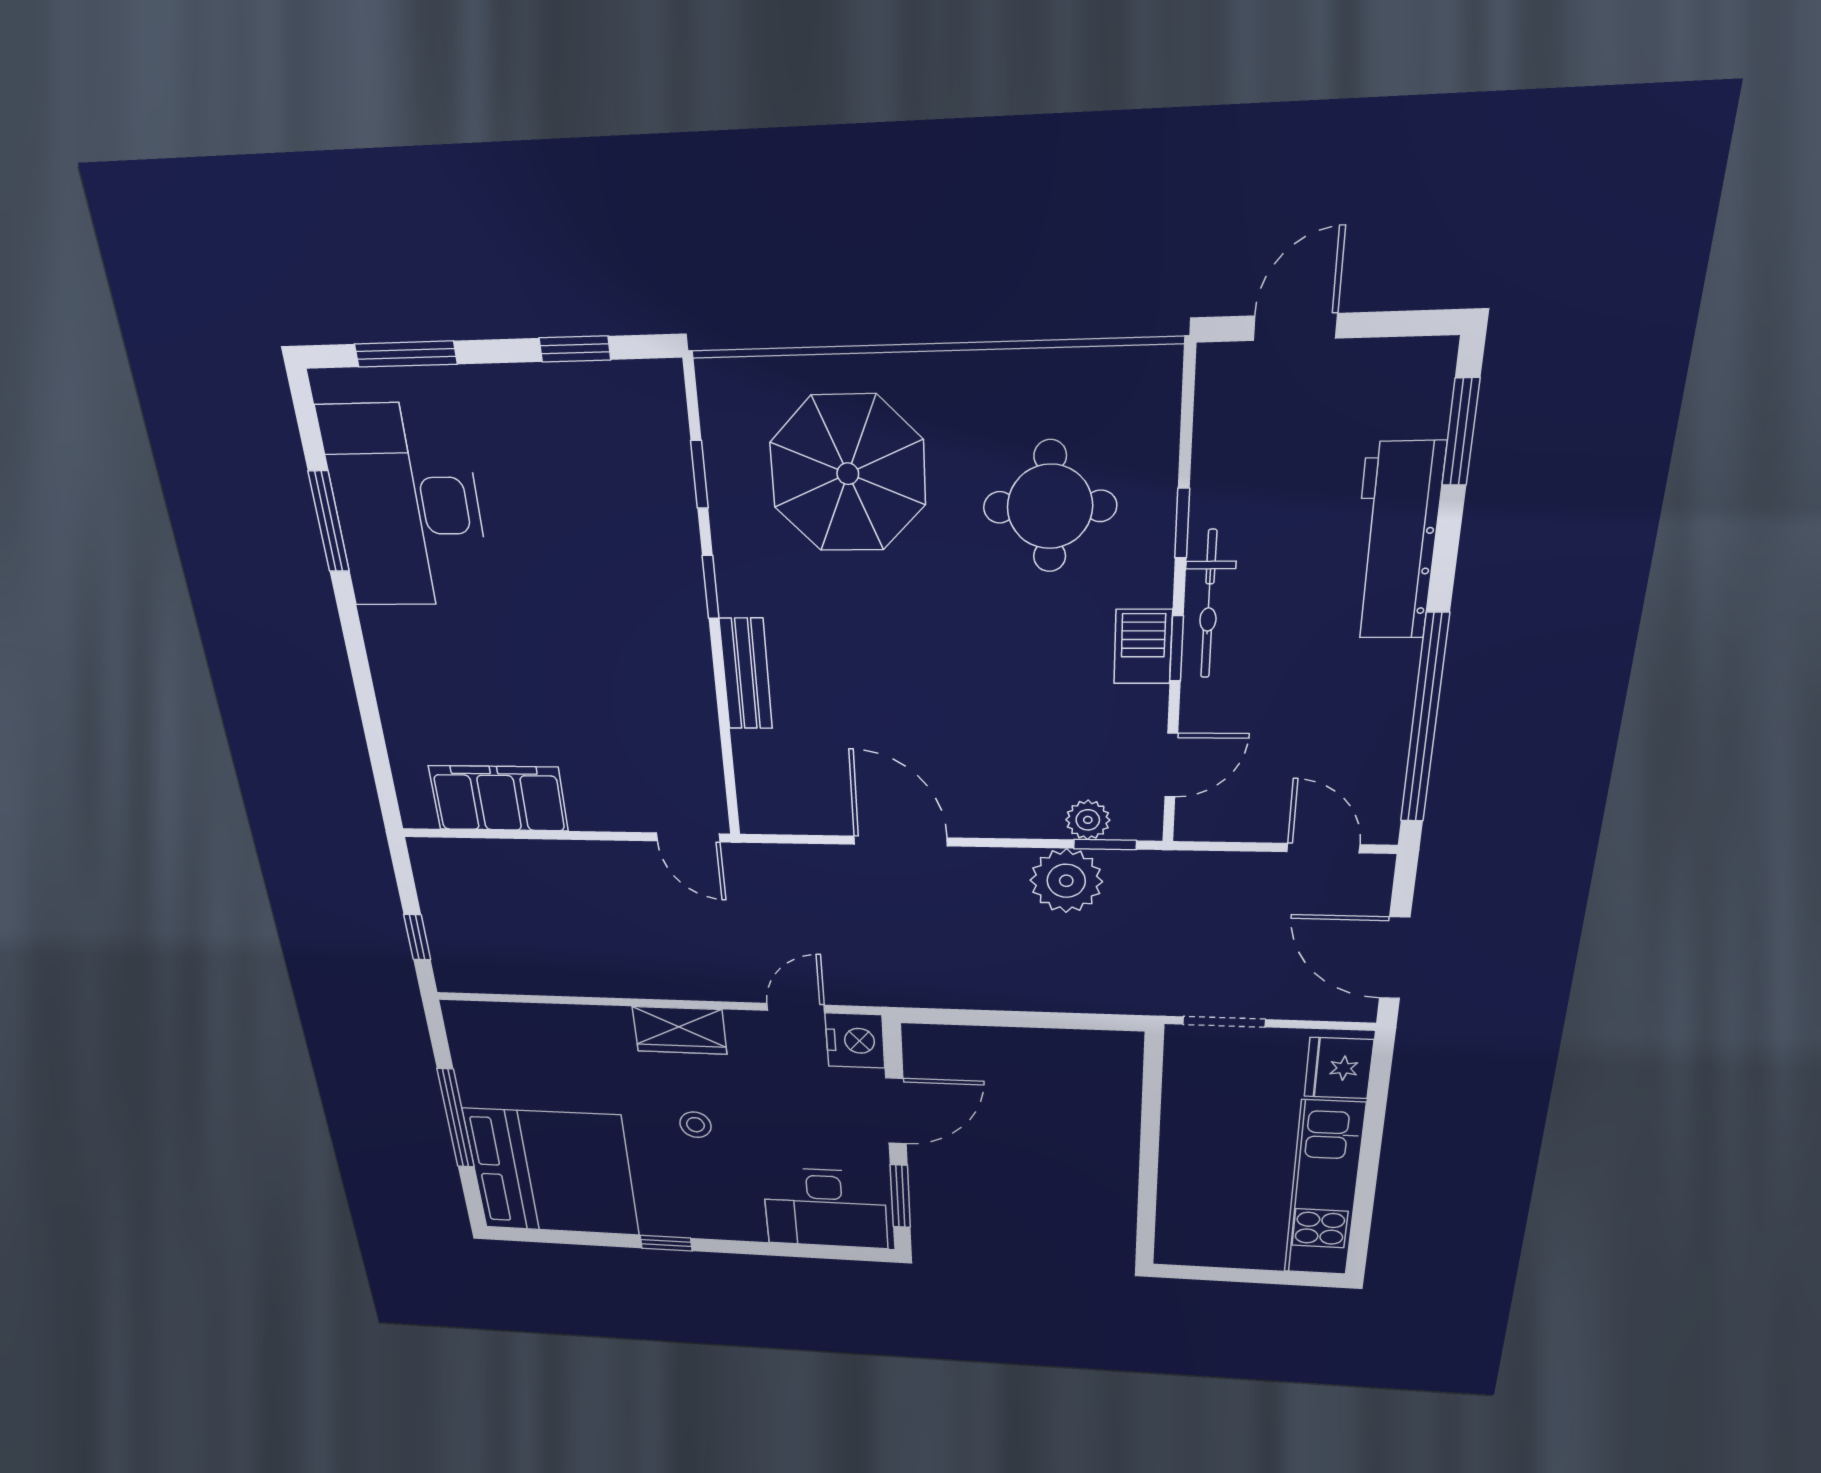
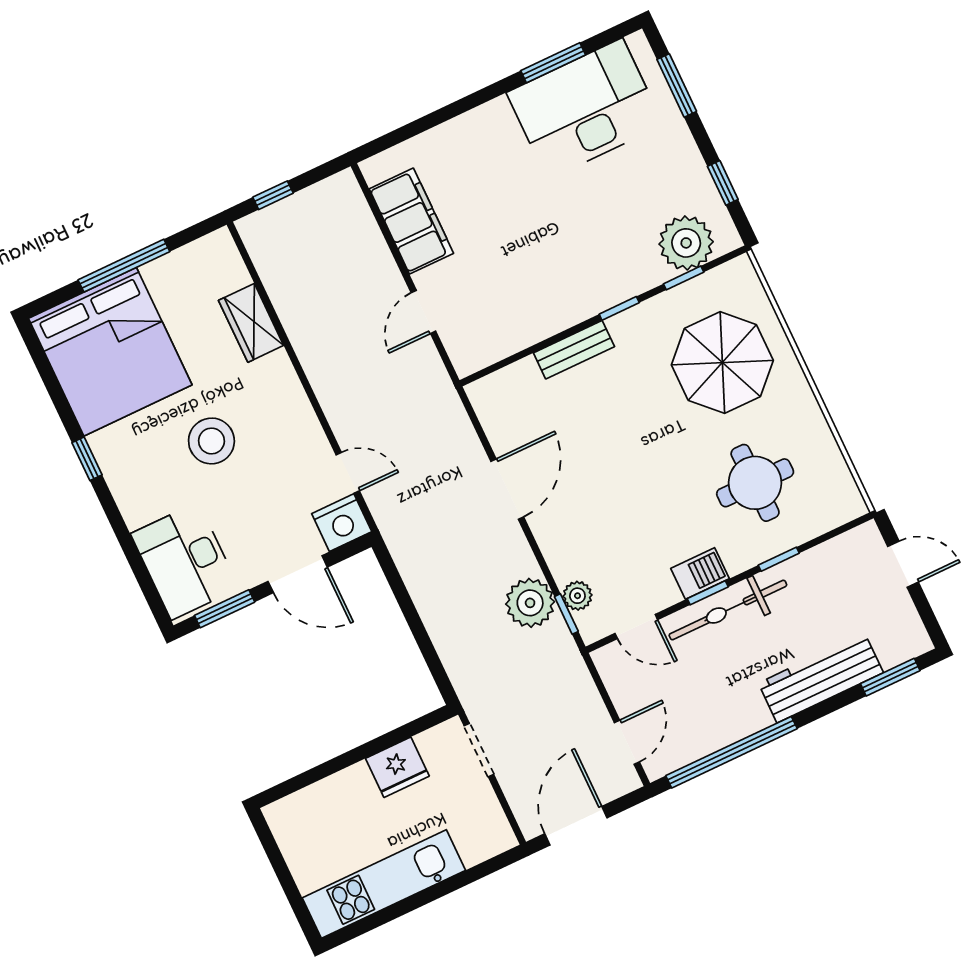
plant: (648, 447) -> (686, 243), added
bicycle: (1209, 605) -> (728, 610), width x1.37, depth x1.40
door: (688, 837) -> (423, 312), moved
wardrobe: (680, 1030) -> (251, 323), moved
fridge: (1339, 1068) -> (397, 767), moved, turned 180
stool: (695, 1125) -> (211, 441), width x1.89, depth x1.89

